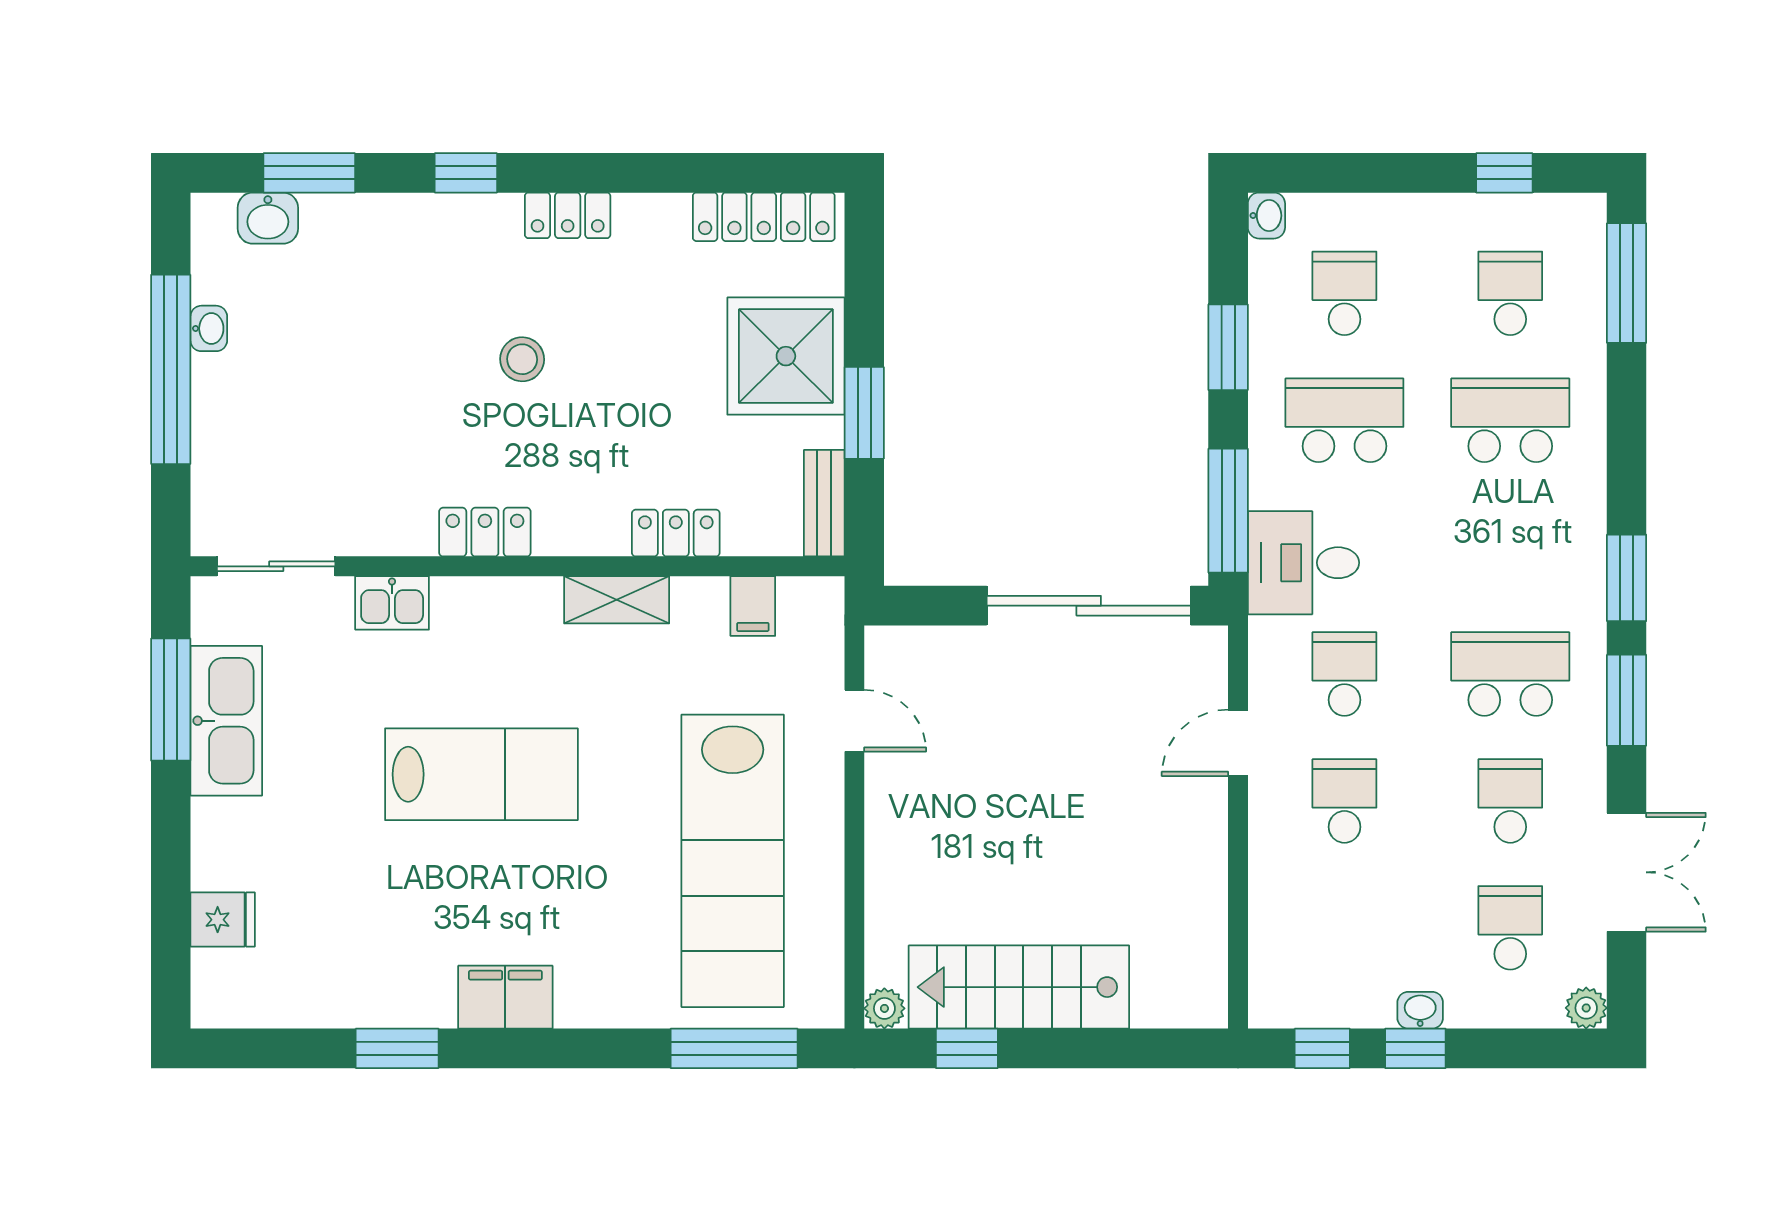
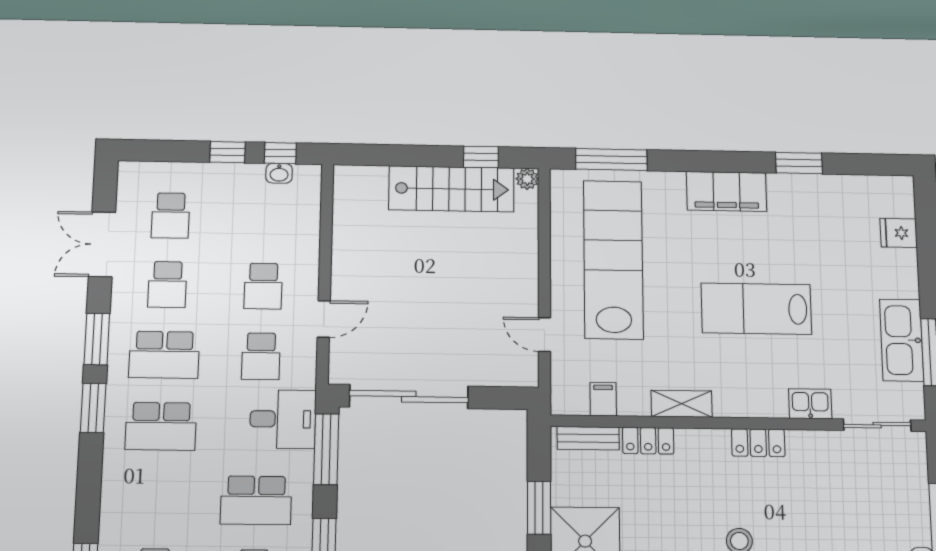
school desk: (1510, 420) -> (161, 426), moved
bench: (824, 503) -> (588, 438), moved, turned 90
filing cabinet: (505, 997) -> (726, 191), width x1.50, depth x1.17
plant: (1586, 1008) -> (129, 172), removed
washbasin: (1420, 1010) -> (279, 173), moved

